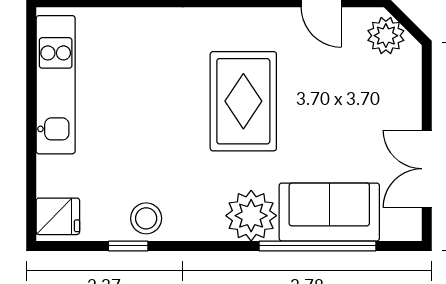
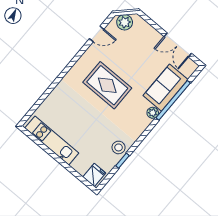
plant: (251, 216) -> (153, 113), width x0.53, depth x0.53

